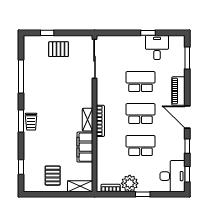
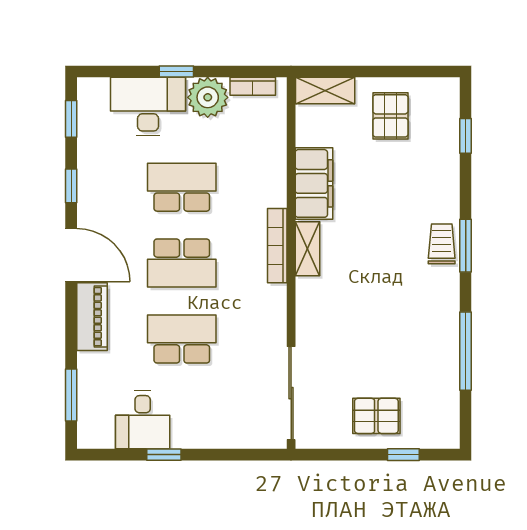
school desk: (141, 82) -> (182, 339), turned 180
school desk: (141, 146) -> (182, 187), turned 180
desk: (172, 176) -> (148, 107), moved, turned 90

